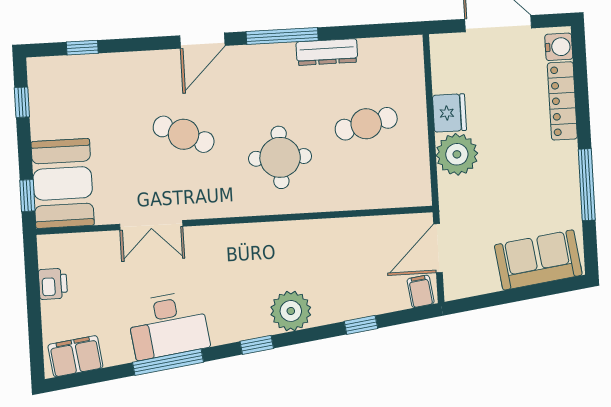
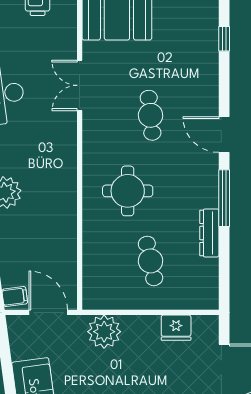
fridge: (449, 113) -> (176, 328), moved
cafe table: (184, 134) -> (151, 115), turned -30
plant: (457, 154) -> (104, 332), moved

